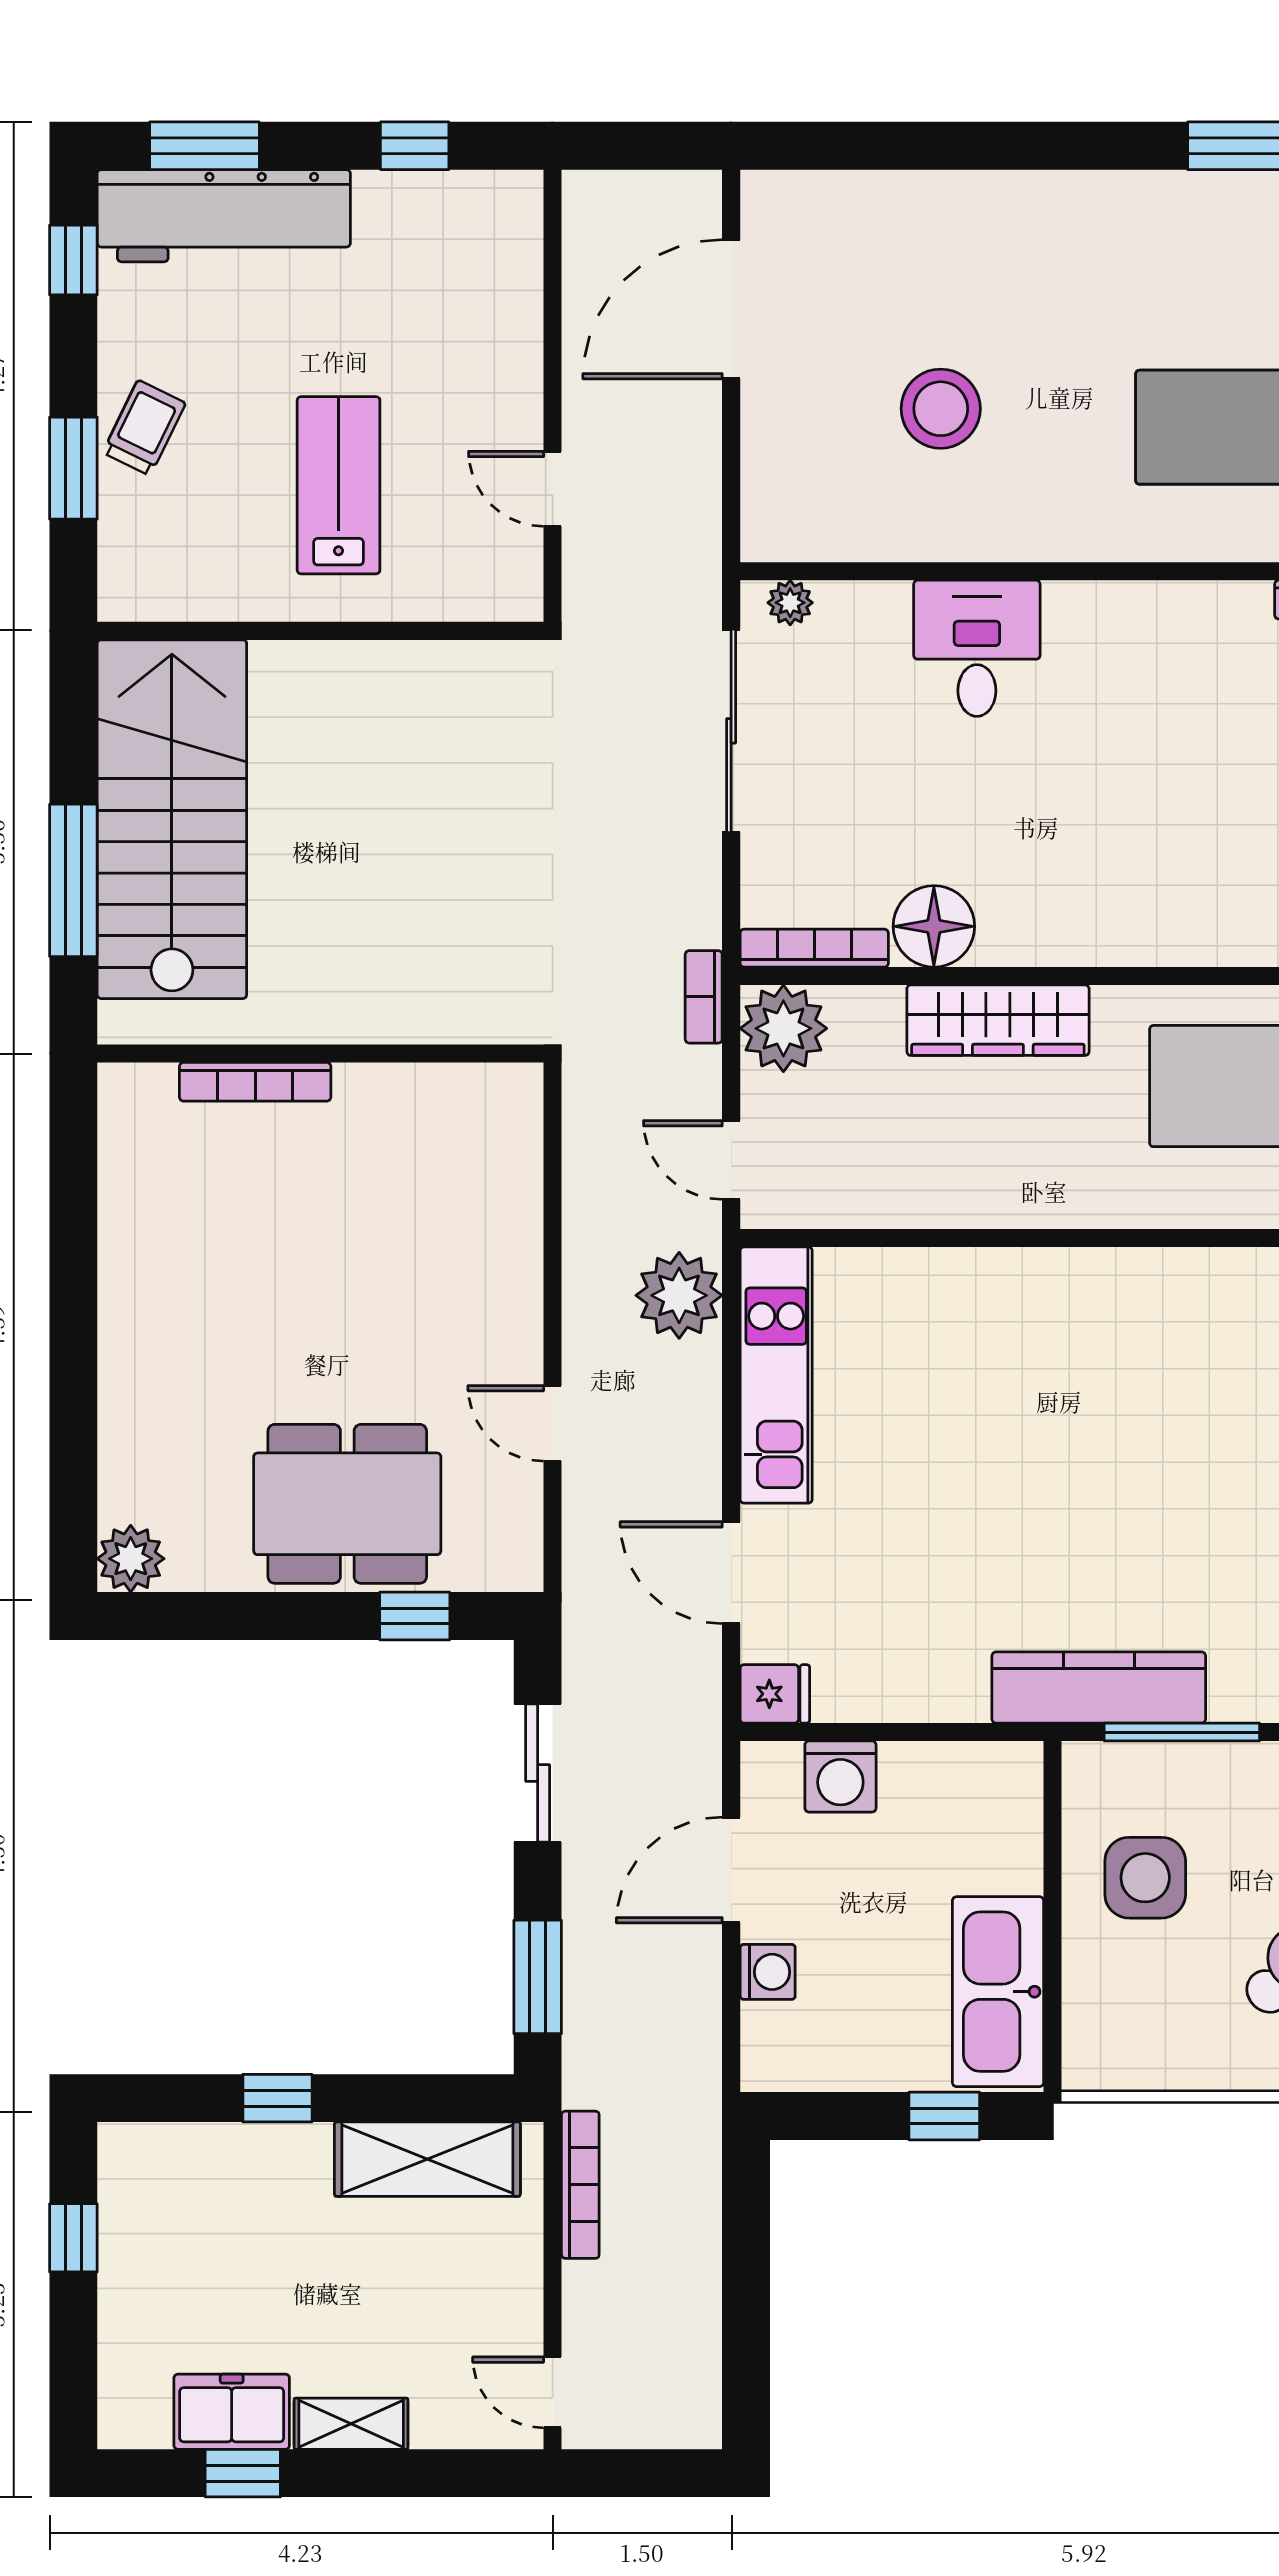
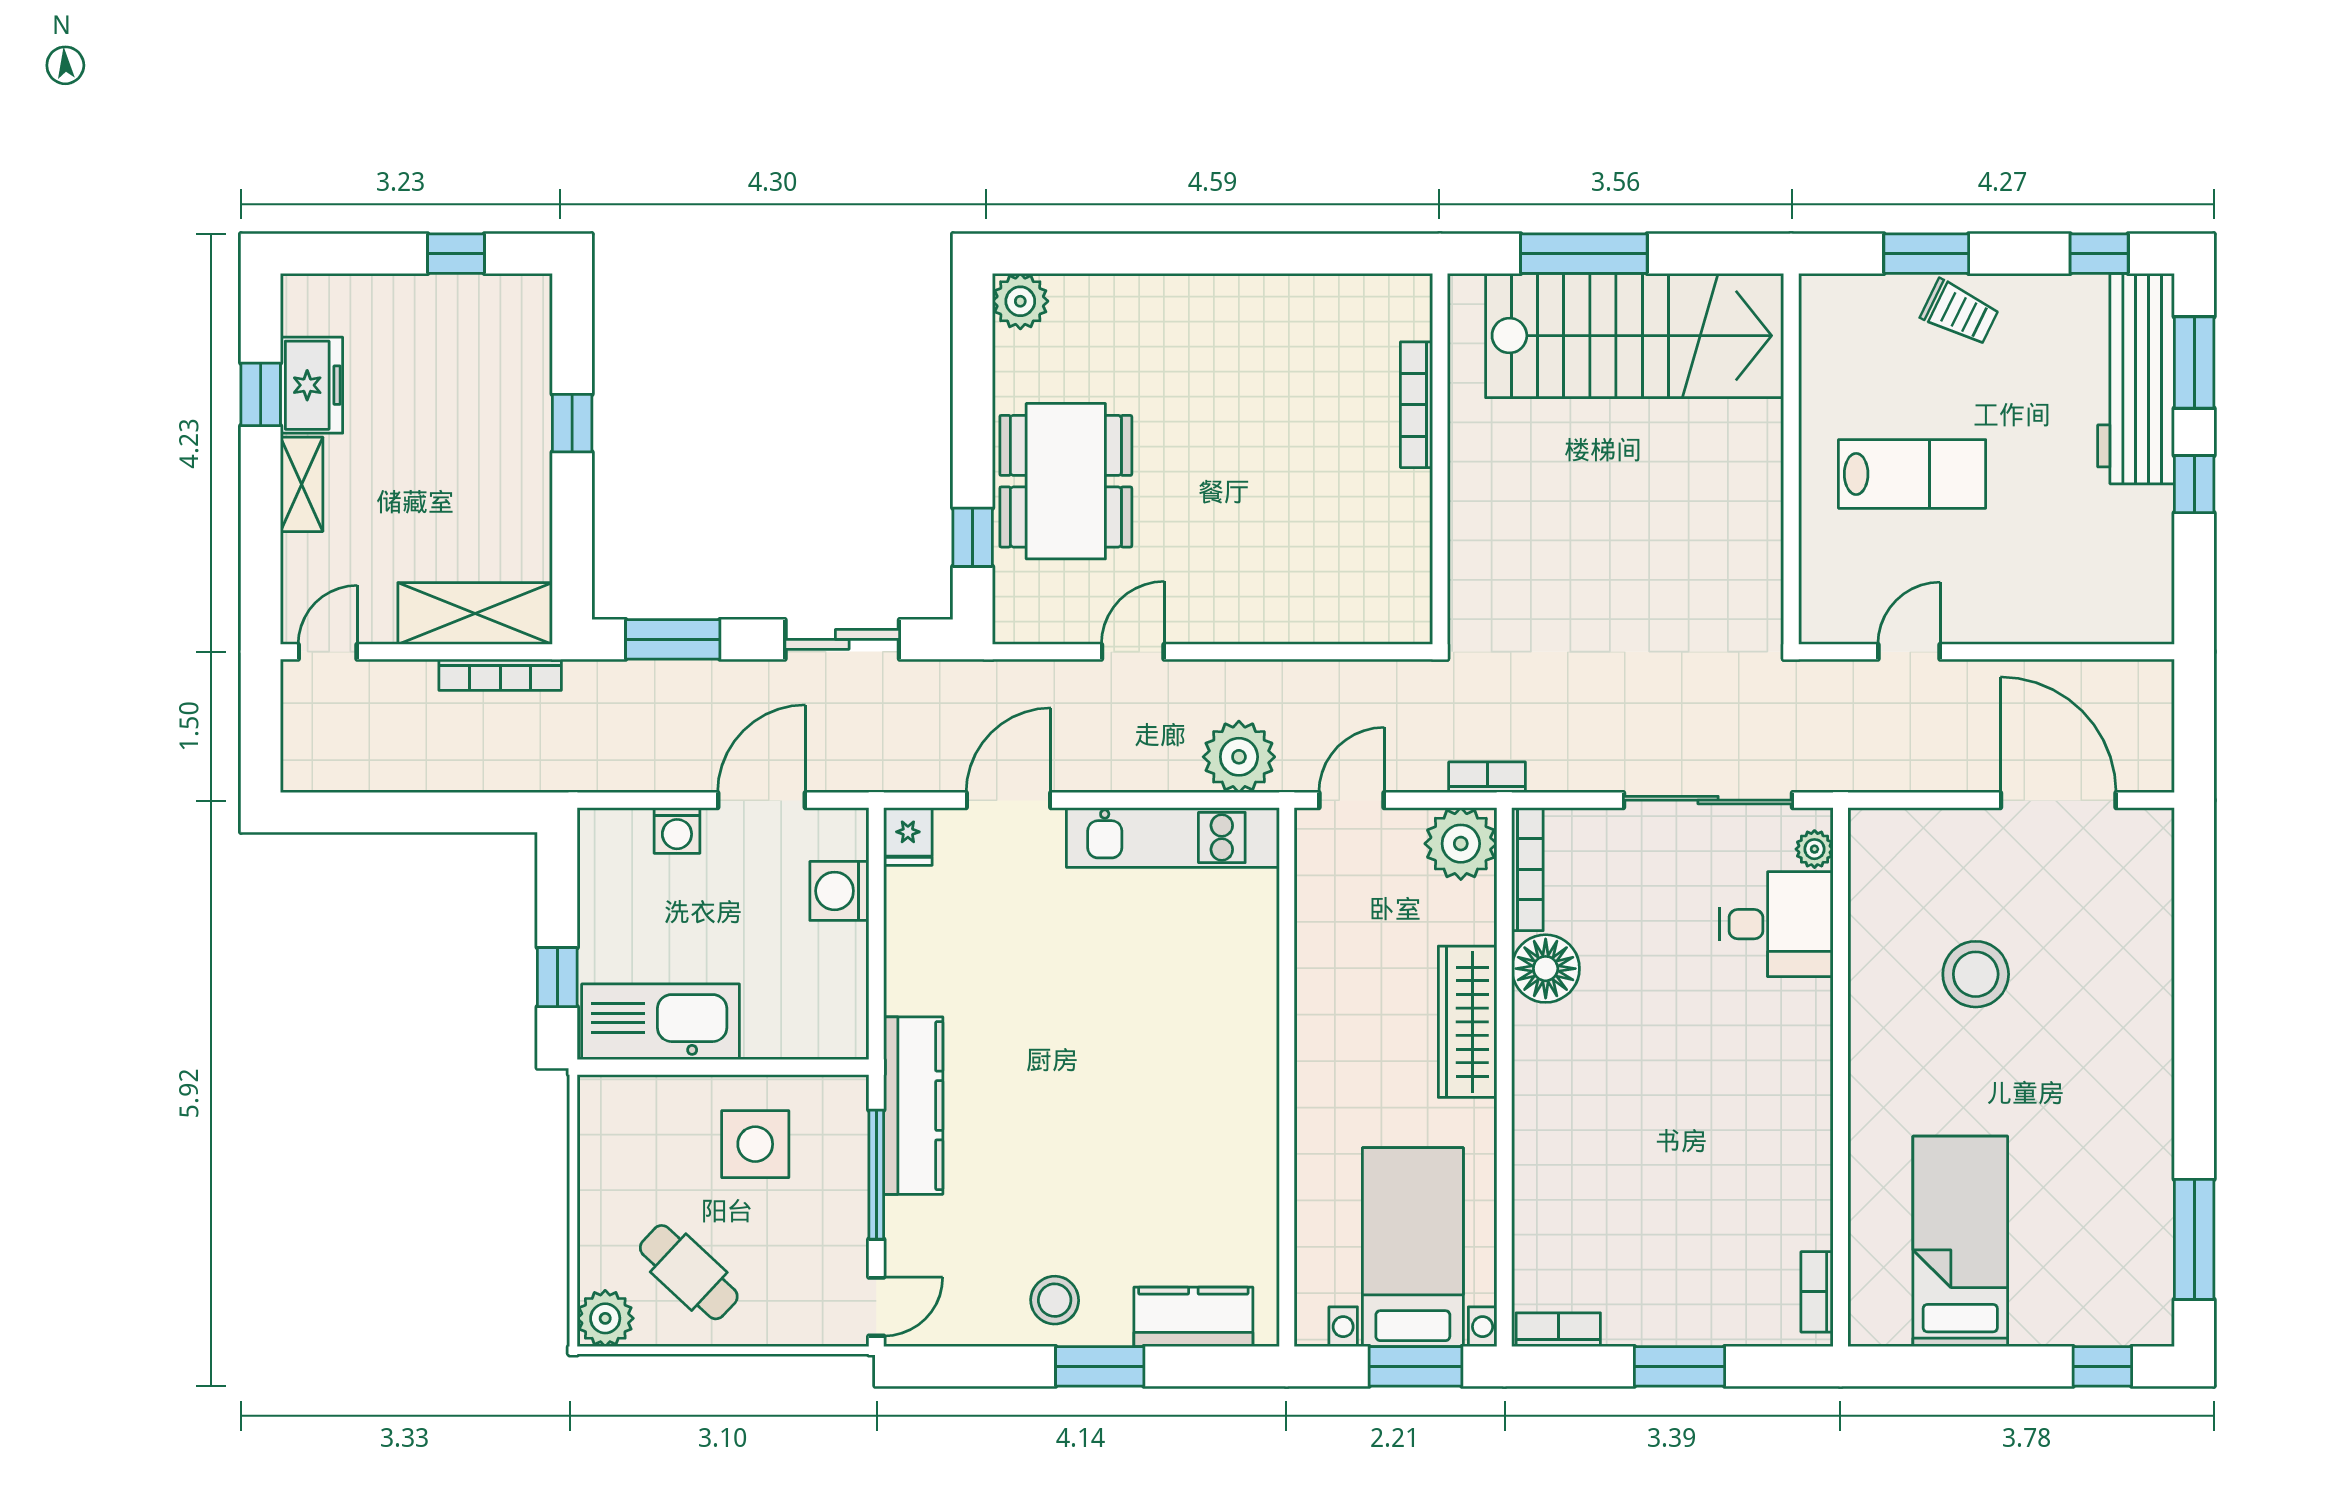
window: (415, 146) -> (2194, 484), moved
desk: (977, 648) -> (1777, 924), moved
door: (731, 1870) -> (762, 800), hinge flipped
shelving: (427, 2159) -> (475, 613), moved, turned 90

